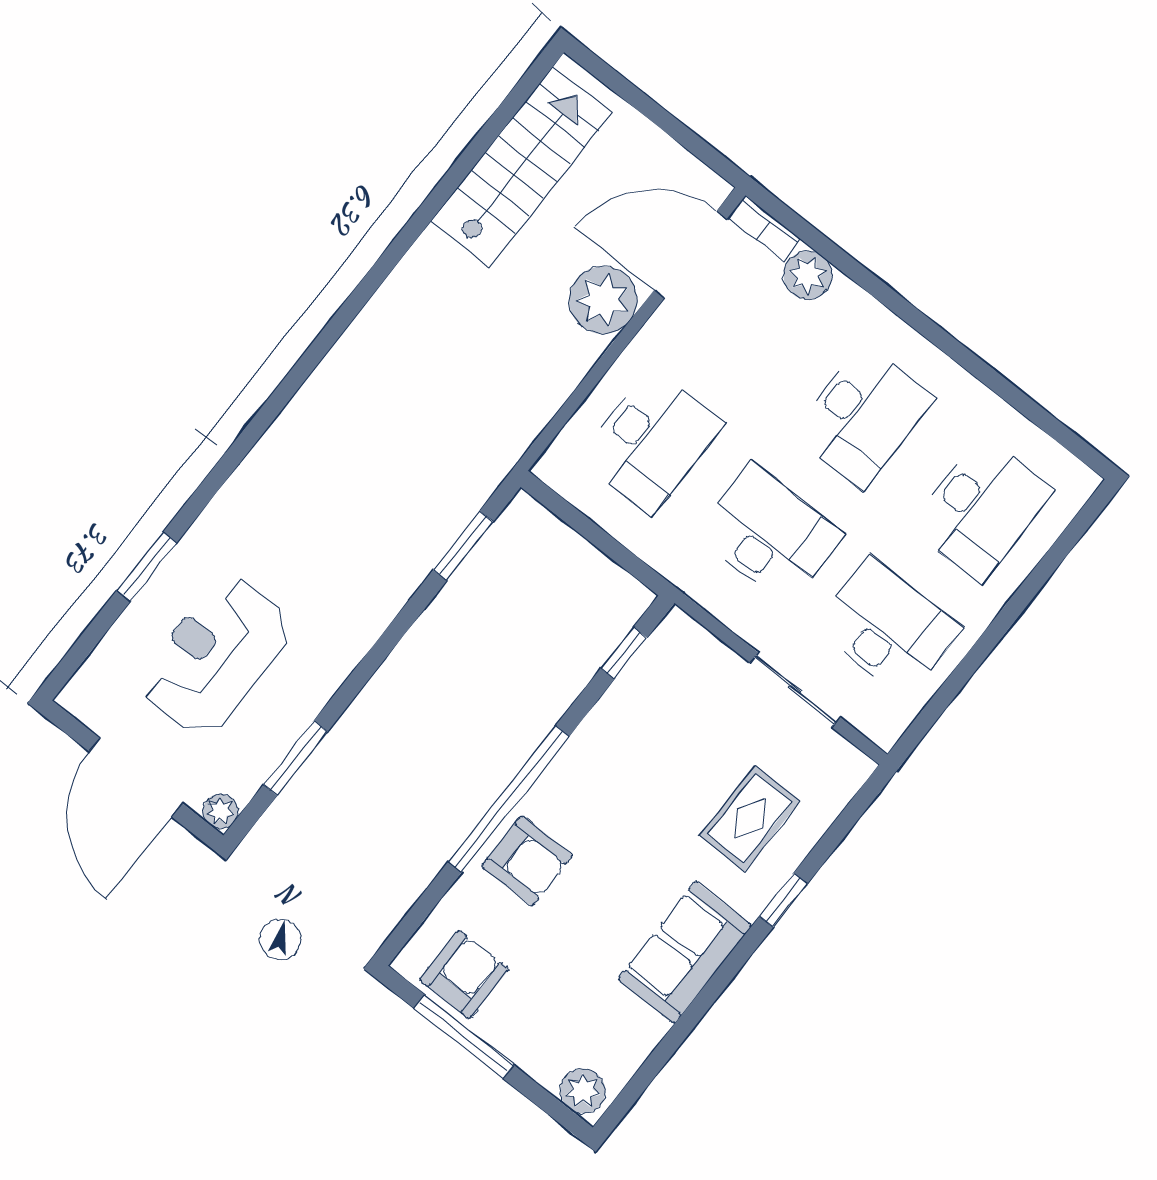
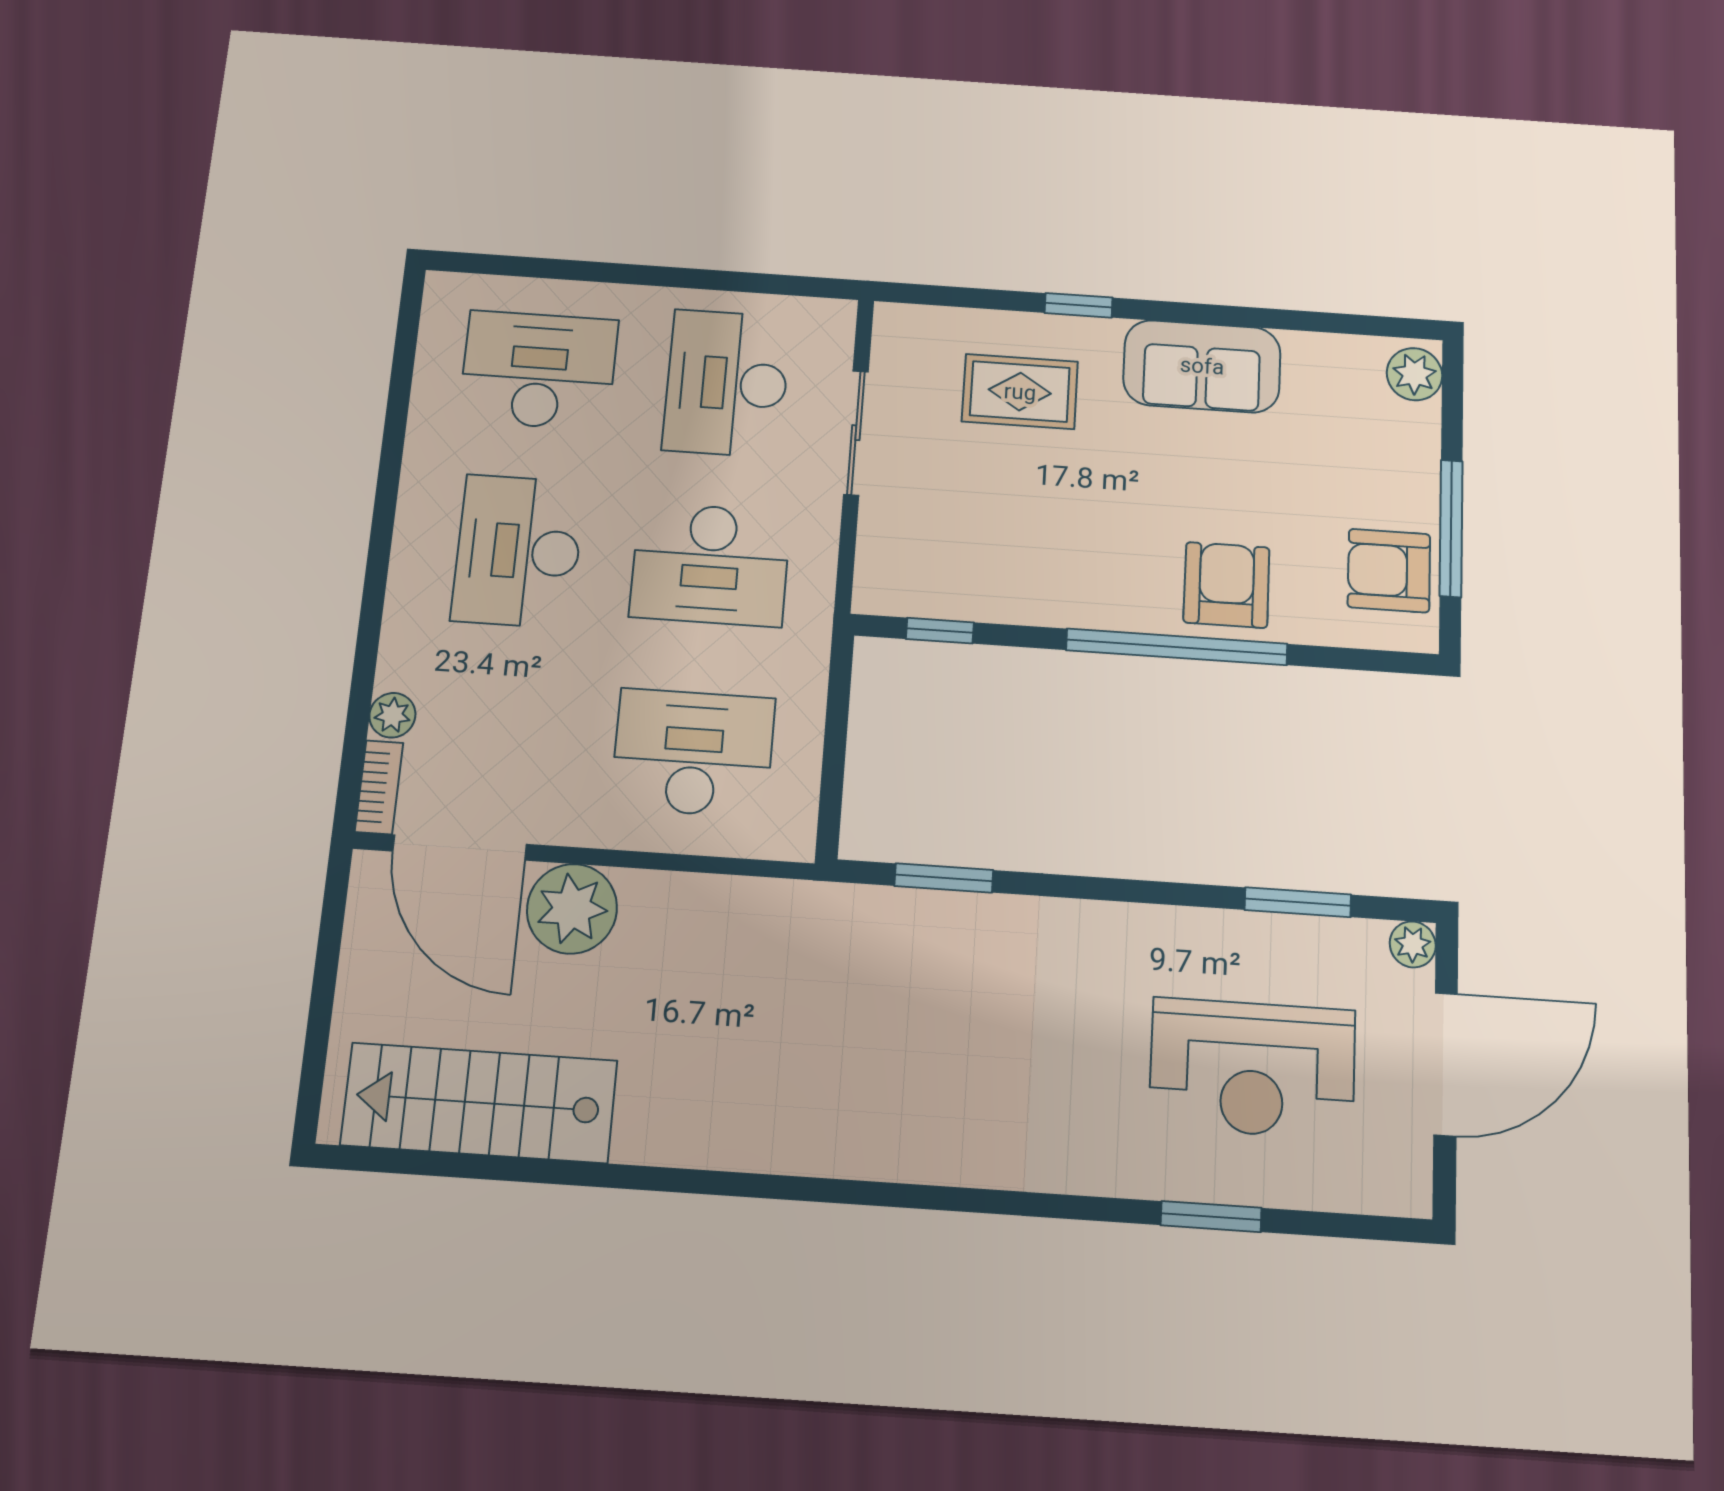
plant: (808, 275) -> (392, 715), width x0.73, depth x0.73
desk: (863, 416) -> (518, 551), turned -90
desk: (770, 534) -> (710, 564), turned -90

